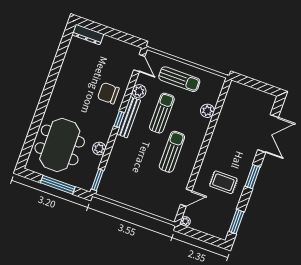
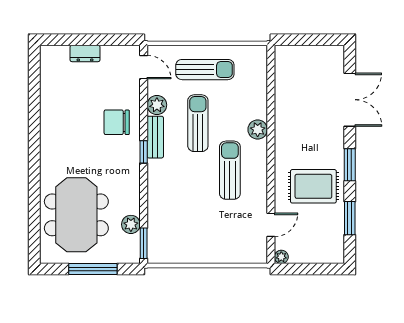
dresser: (88, 34) -> (85, 53), moved, width x0.70
plant: (207, 111) -> (258, 129), moved
bench: (129, 117) -> (155, 137), width x0.73
plant: (99, 149) -> (131, 224), moved
rug: (223, 182) -> (313, 186), width x1.36, depth x1.43
window: (236, 222) -> (350, 218), moved

